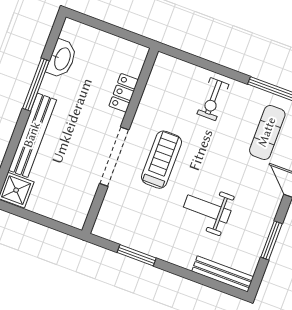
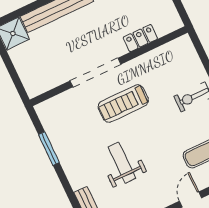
treadmill: (161, 160) -> (123, 103), turned 180

